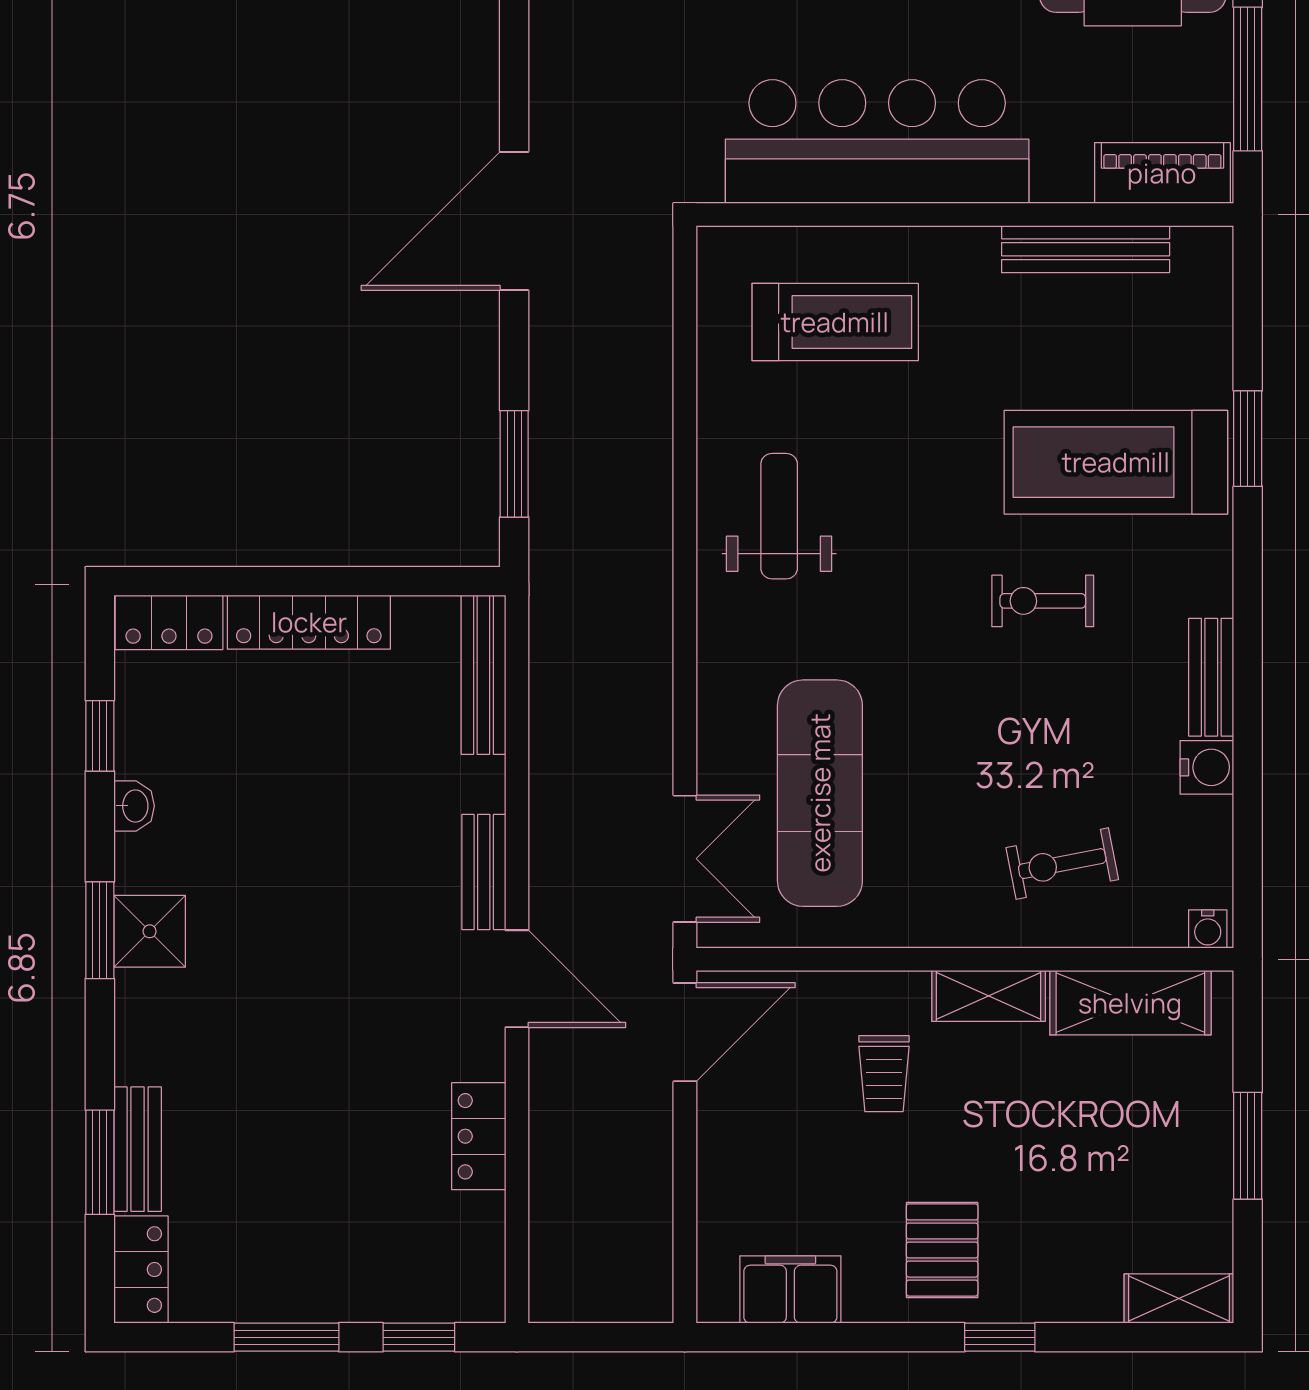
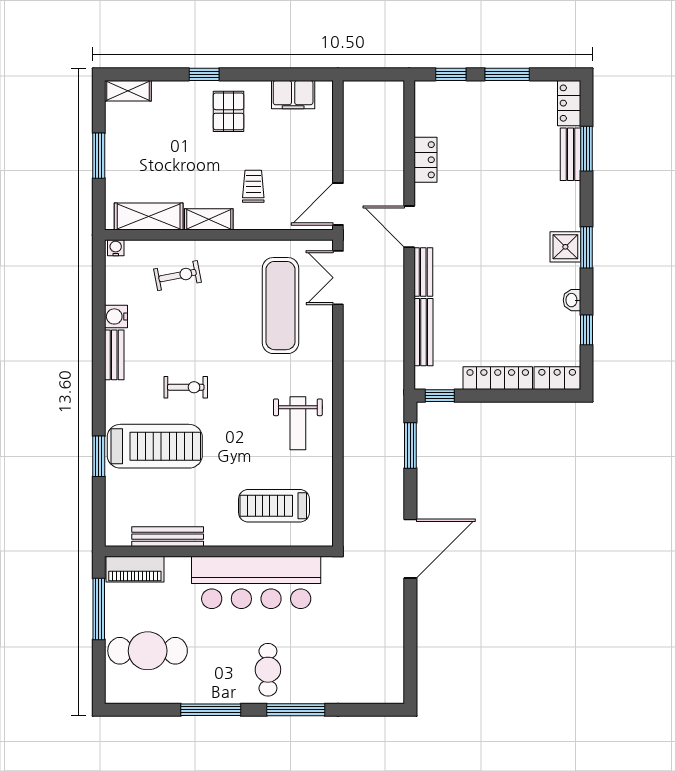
window: (445, 581) -> (440, 396), added
bench: (483, 675) -> (423, 332), moved

